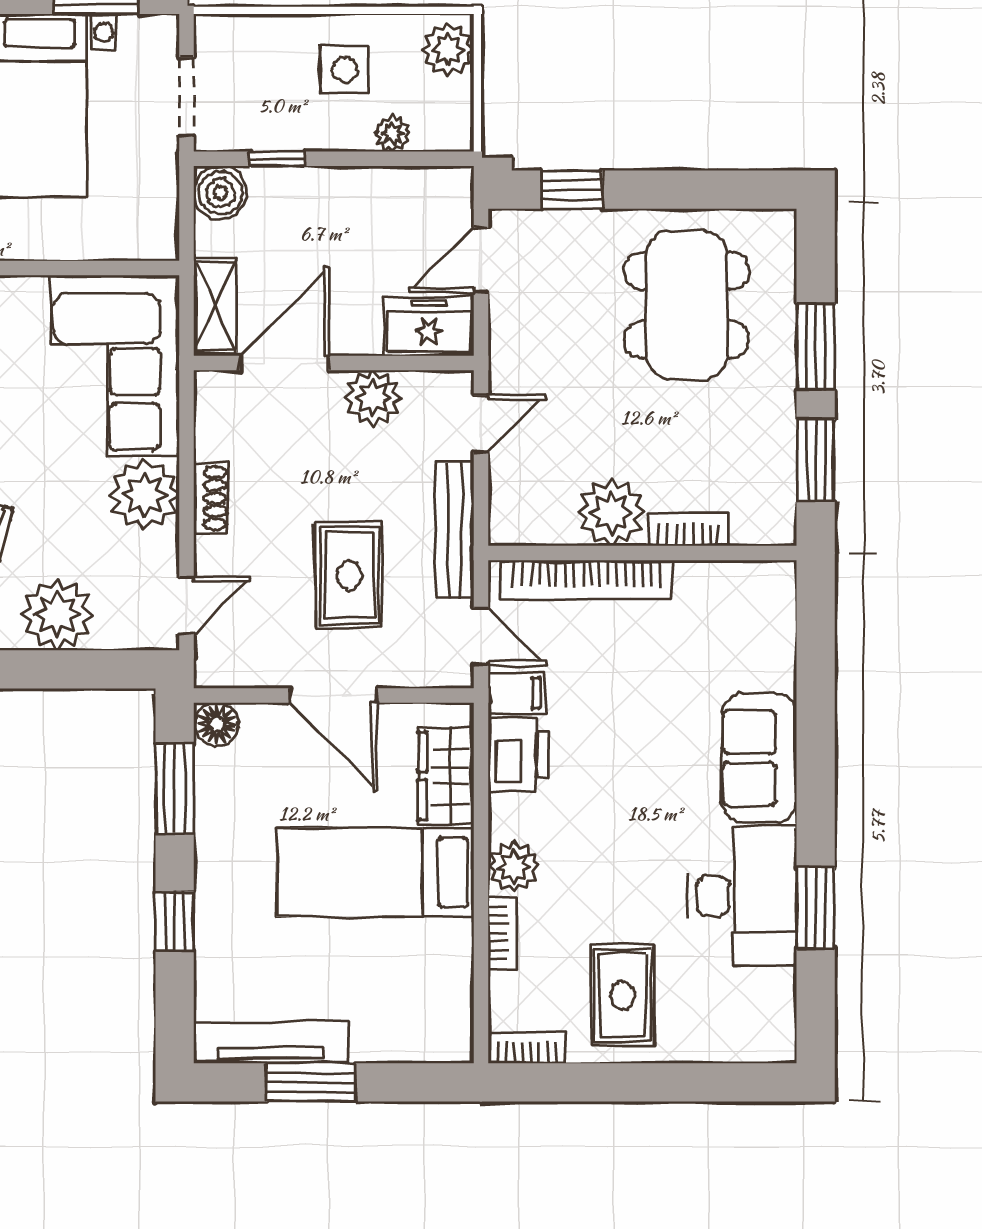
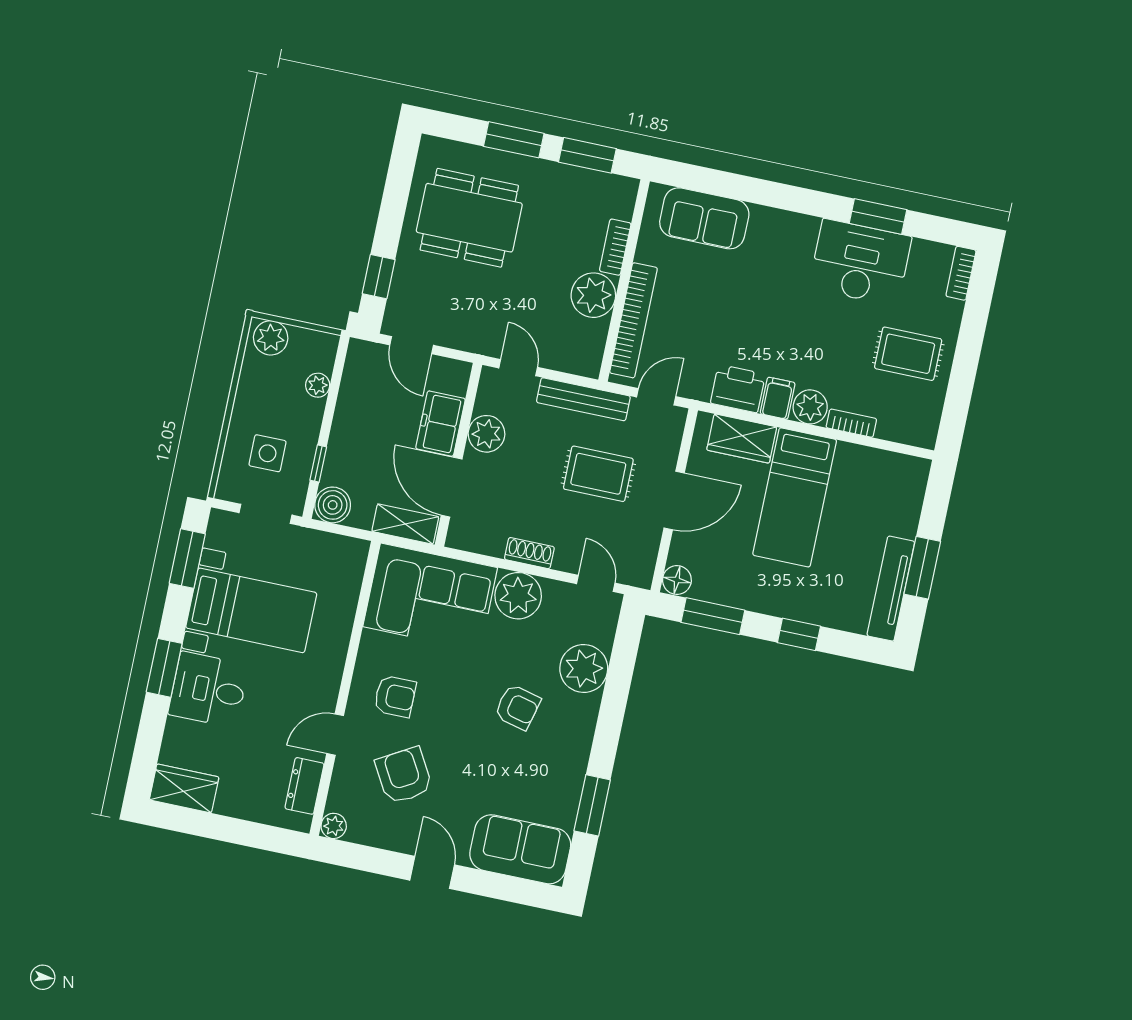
side table: (345, 70) -> (268, 453), moved
freezer: (429, 327) -> (440, 424), moved
filing cabinet: (516, 693) -> (778, 398), moved
sofa: (759, 758) -> (704, 218), moved
bookcase: (527, 1048) -> (961, 273), moved

